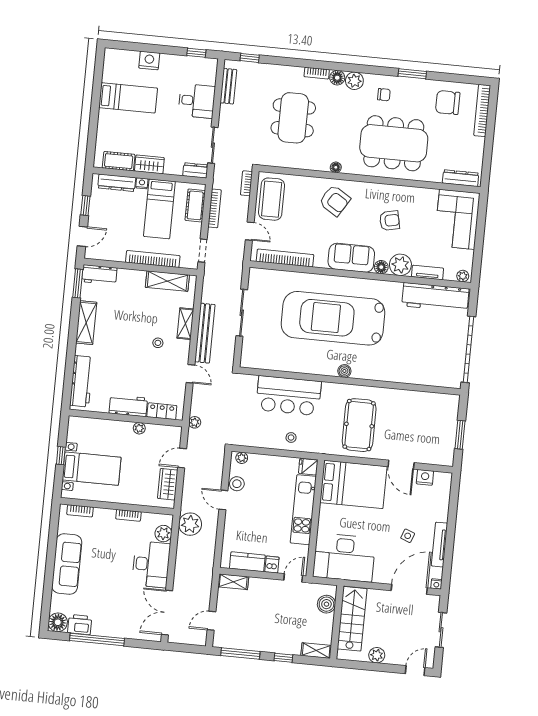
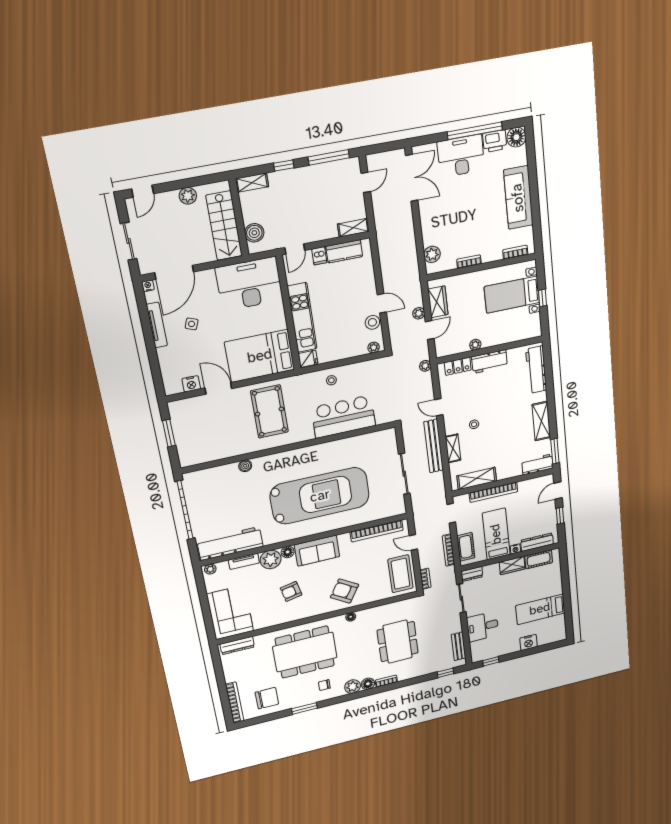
boiler: (344, 371) -> (245, 466), moved
plant: (190, 524) -> (419, 313), moved, width x0.53, depth x0.53
desk: (151, 564) -> (461, 156), moved, turned 90

